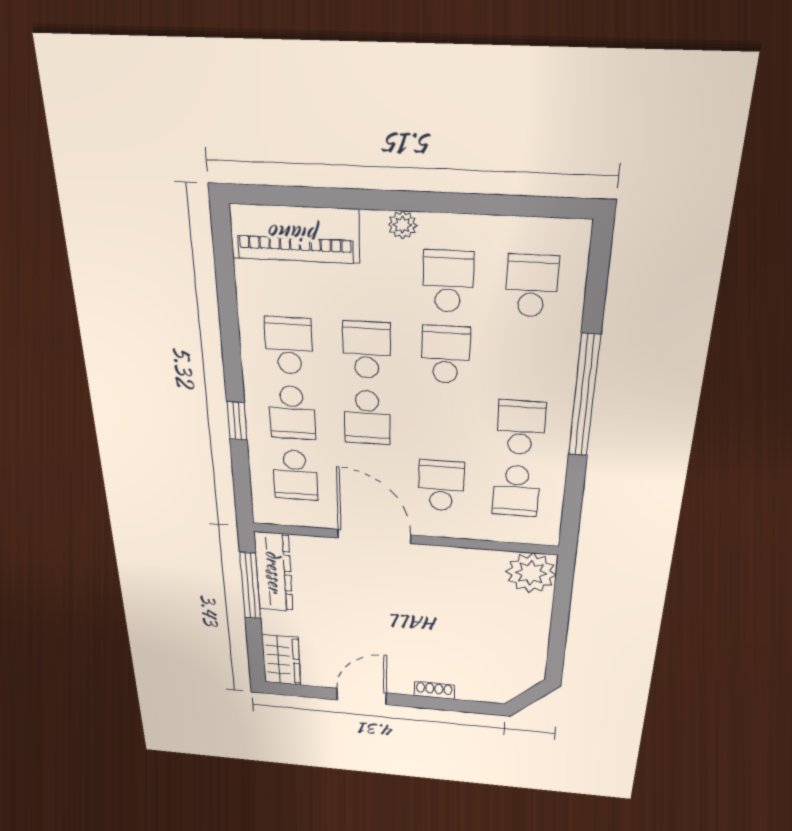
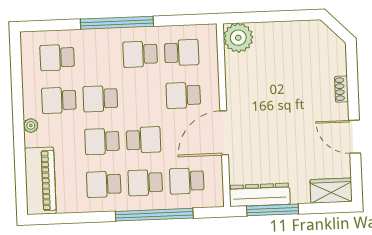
school desk: (292, 413) -> (145, 183), turned 180
window: (237, 421) -> (154, 215), width x3.17
school desk: (295, 475) -> (187, 181), turned 180

